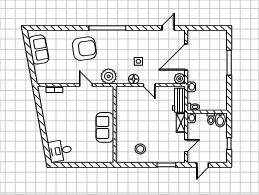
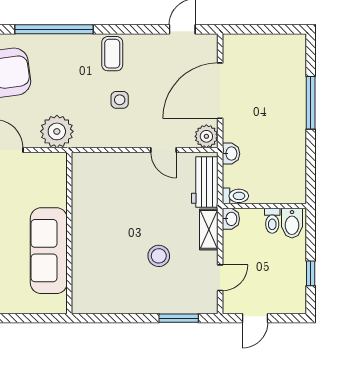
coffee table: (135, 39) -> (112, 54), added
floor lamp: (134, 79) -> (110, 137), removed
door: (149, 85) -> (164, 150), moved
sofa: (105, 127) -> (49, 251), width x1.36
stool: (140, 149) -> (159, 256), moved

